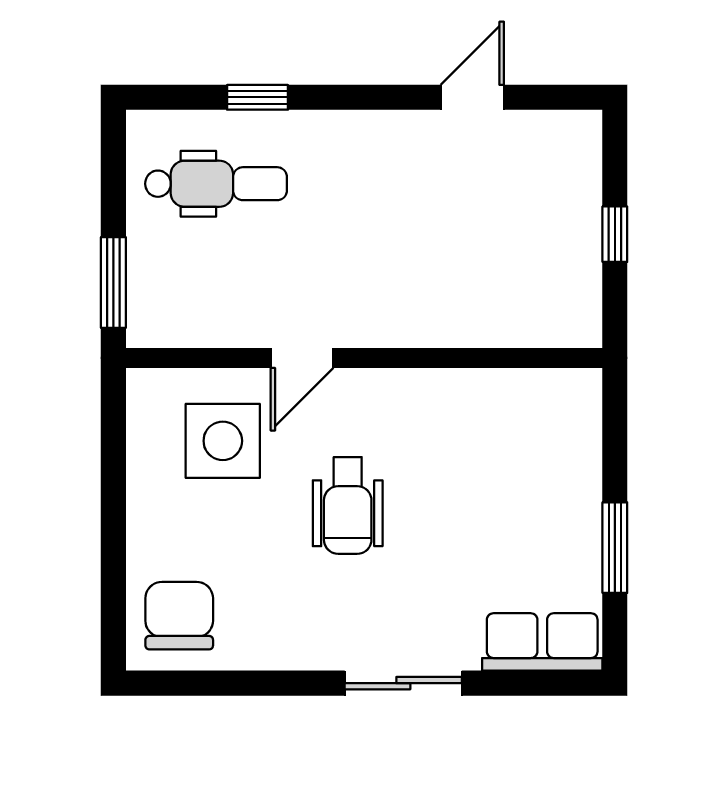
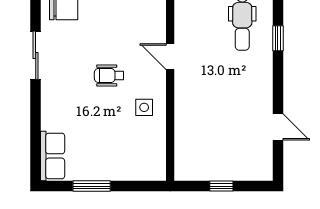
side table: (223, 441) -> (144, 107), moved, width x0.54, depth x0.54
wheelchair: (348, 505) -> (109, 75), width x0.73, depth x0.73
sliding door: (403, 683) -> (36, 55), moved

